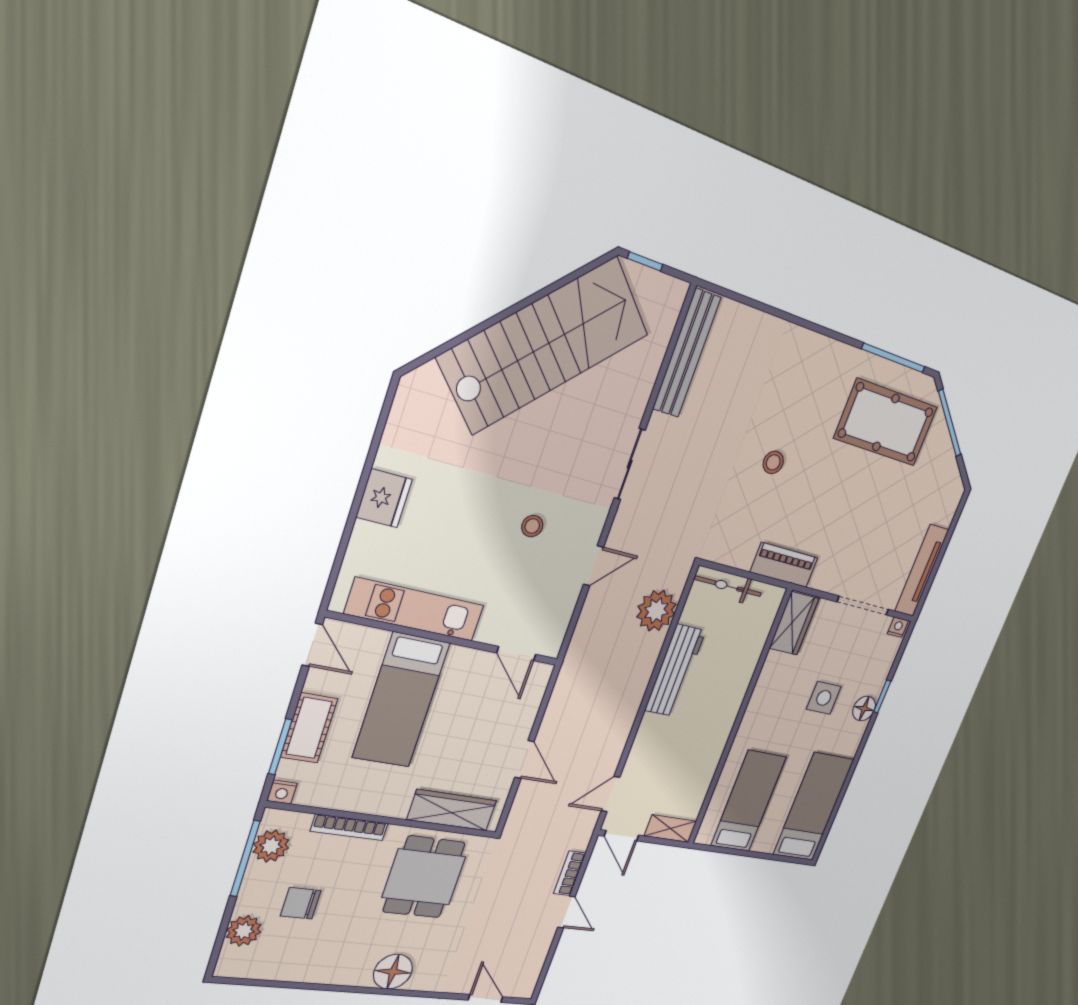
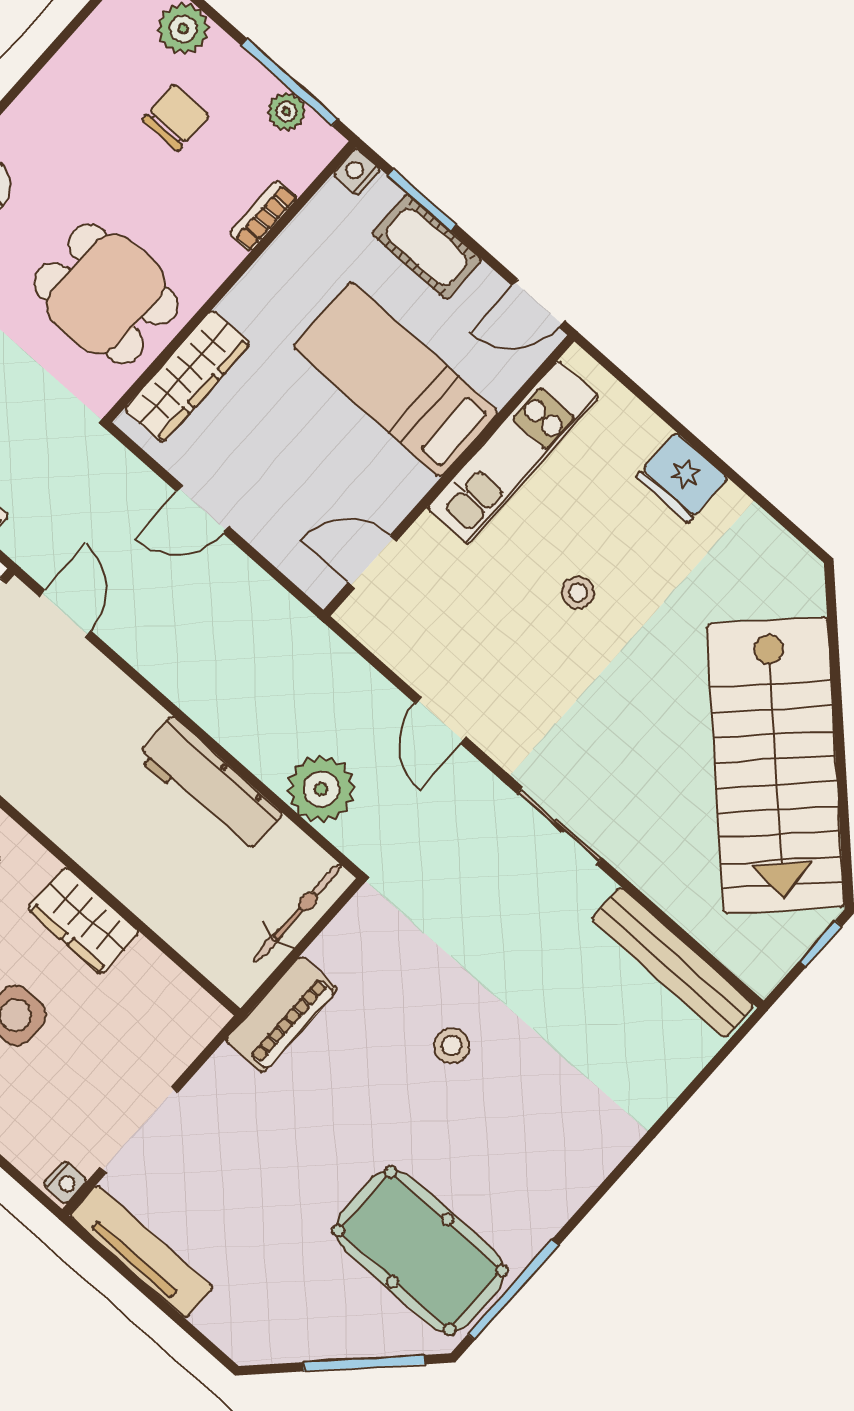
pool table: (886, 423) -> (420, 1251), turned 90
stool: (532, 526) -> (578, 593), moved
wardrobe: (794, 623) -> (83, 920), moved
bookcase: (349, 827) -> (263, 216), width x0.64
plant: (271, 846) -> (286, 112), width x0.73, depth x0.73

